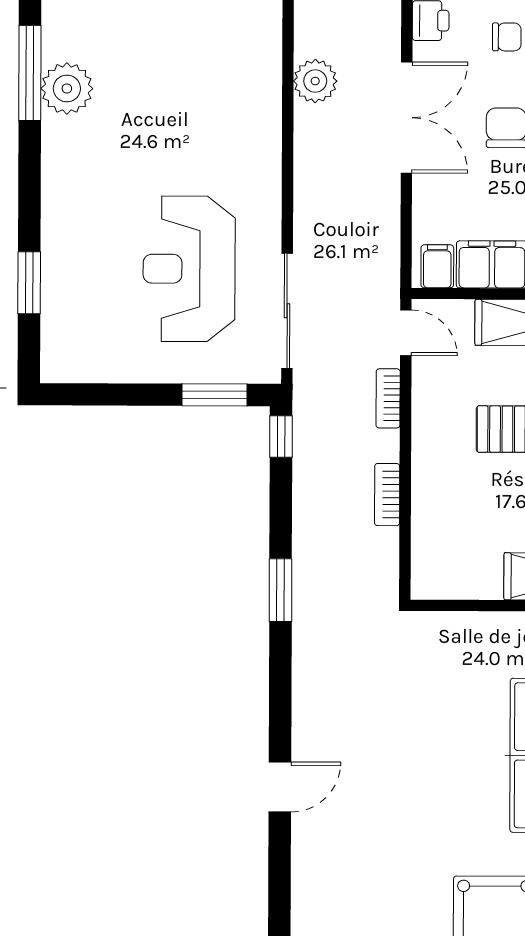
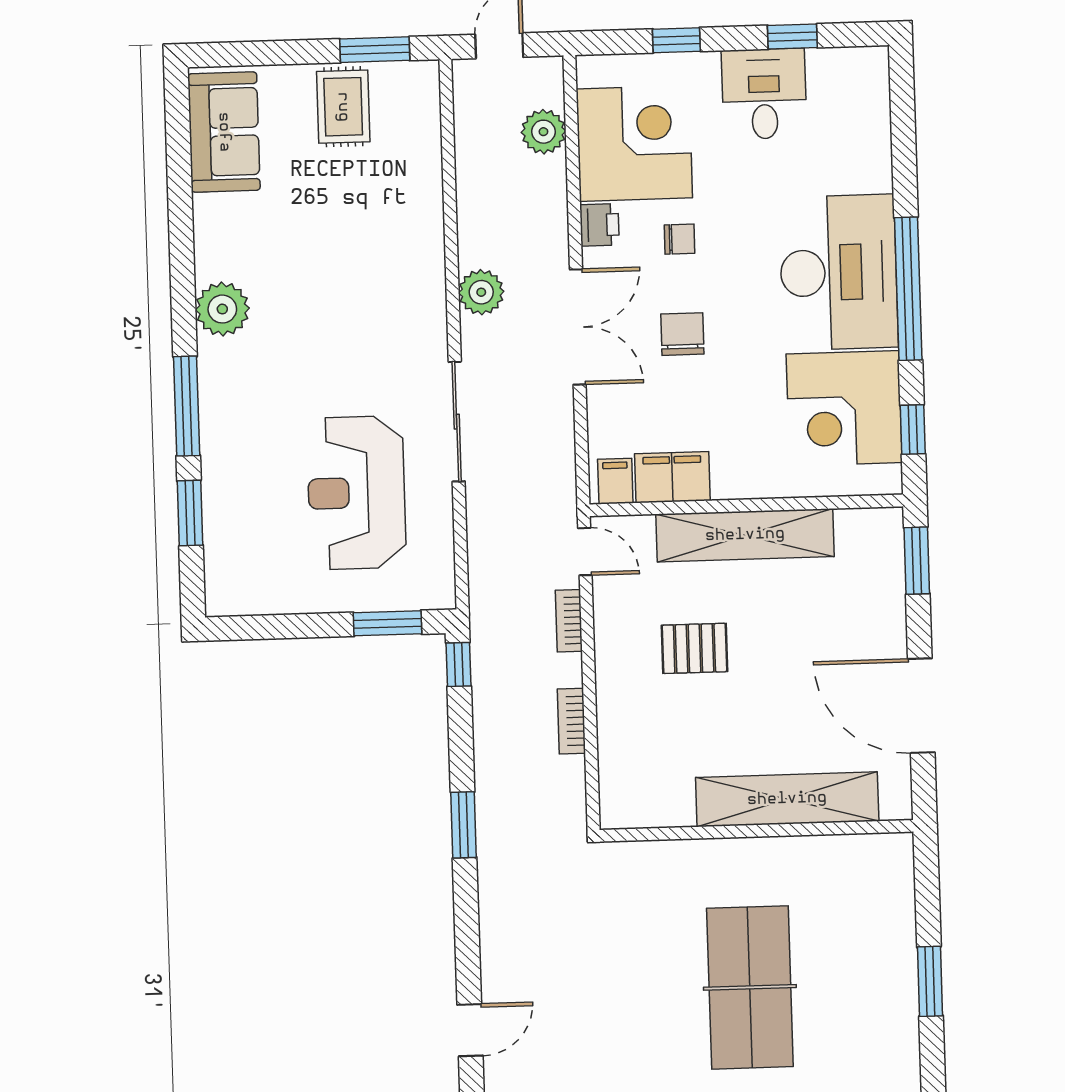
window: (30, 73) -> (187, 406), moved
sliding door: (287, 311) -> (457, 422), moved

